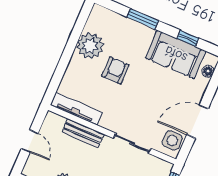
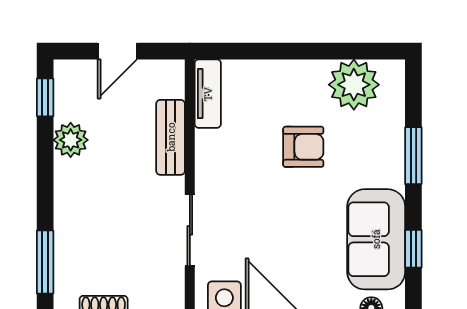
plant: (90, 46) -> (354, 85), moved
tv unit: (76, 109) -> (208, 94), width x0.71

